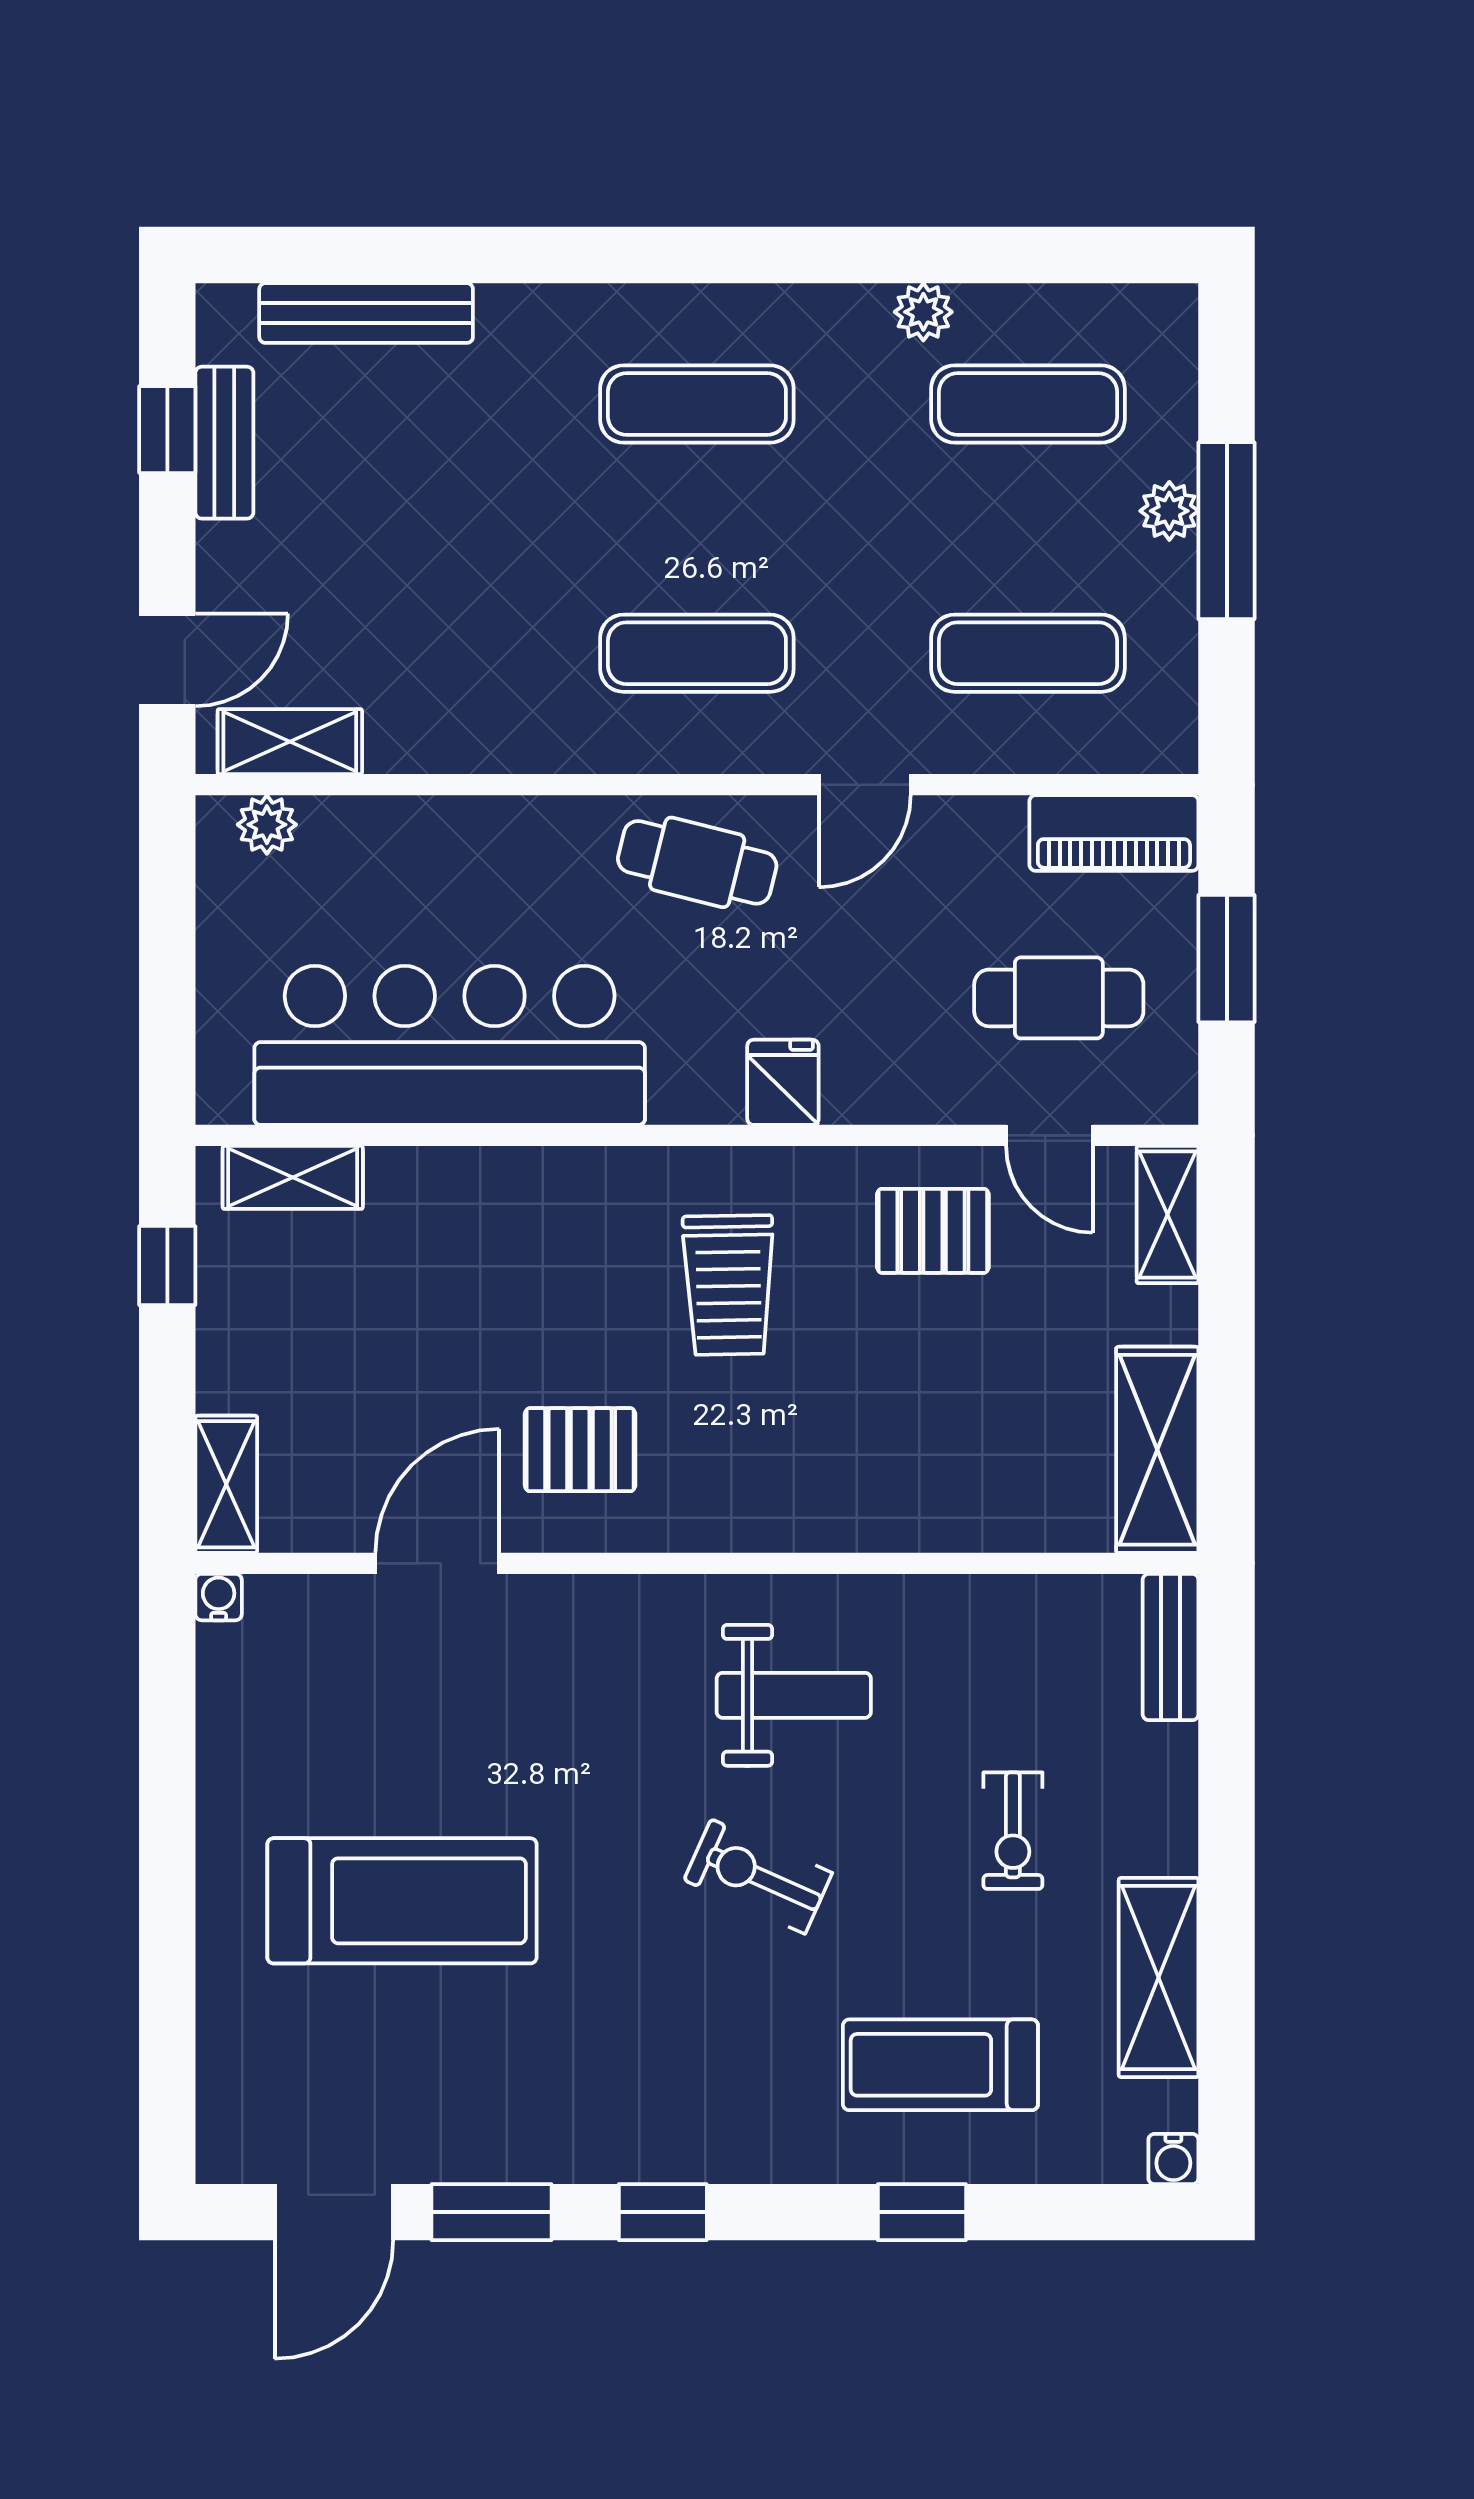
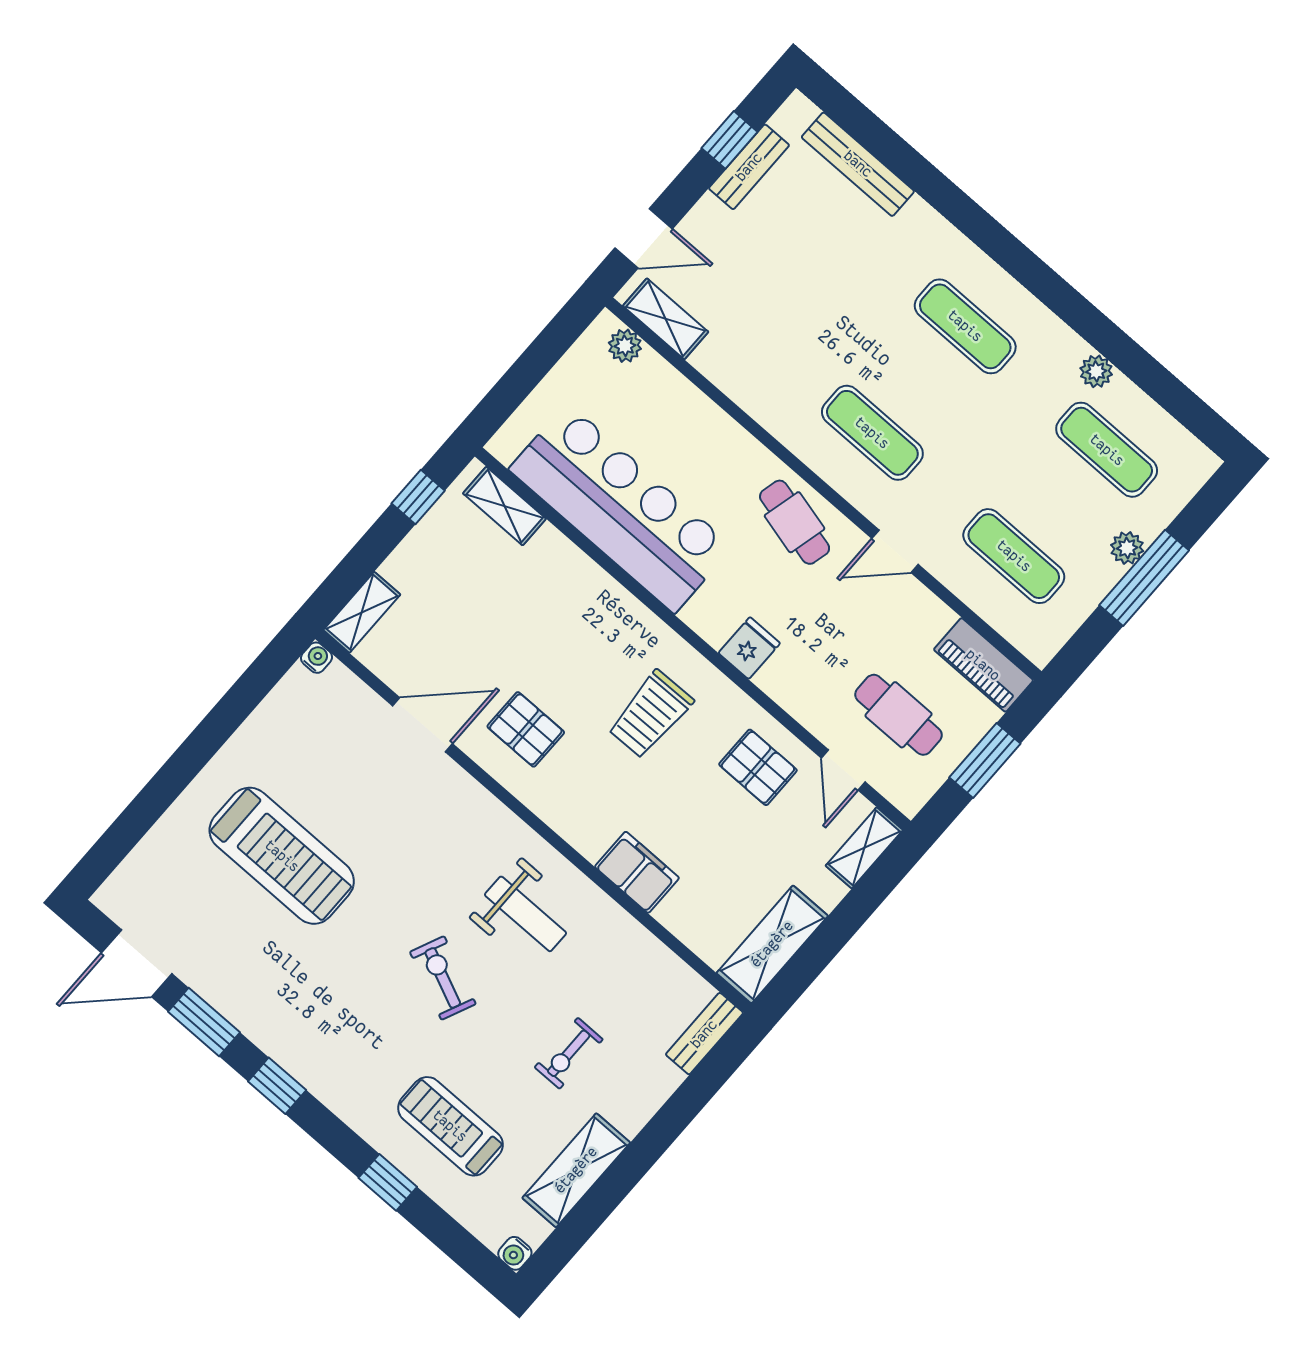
filing cabinet: (894, 1511) -> (637, 872), added

